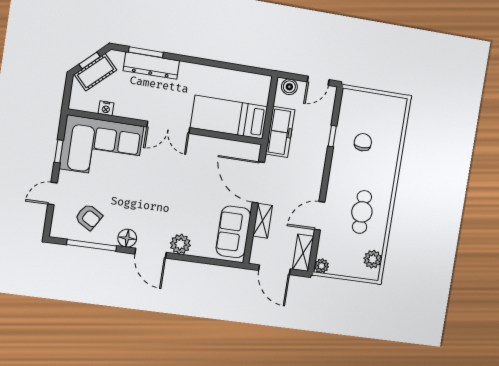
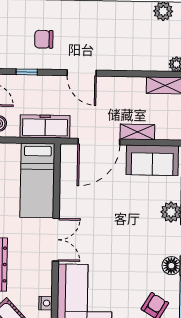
window: (332, 136) -> (27, 72), moved
cafe table: (362, 212) -> (116, 30), removed
door: (320, 216) -> (82, 73), moved

